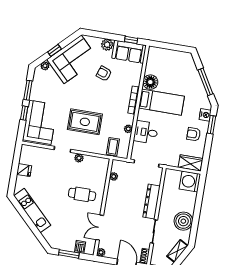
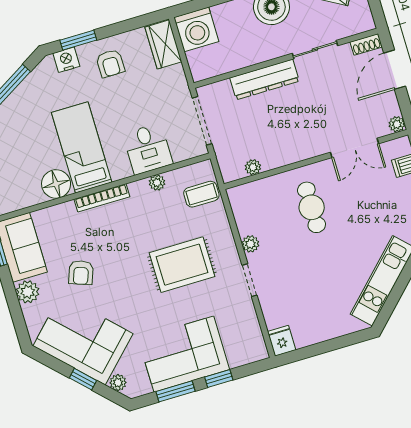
corner sofa: (40, 122) -> (184, 354), moved
rug: (85, 122) -> (182, 265), turned 90
fridge: (24, 170) -> (282, 341), moved

